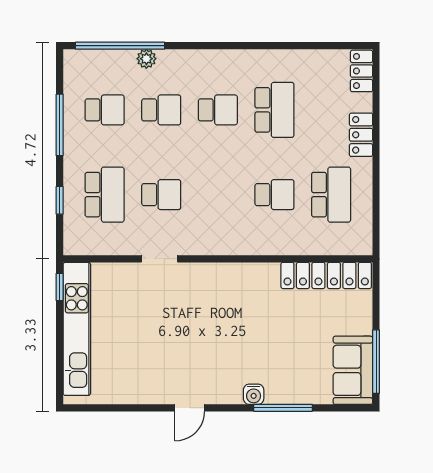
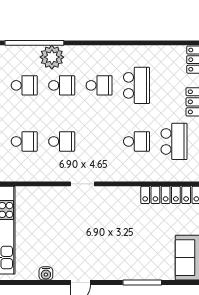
plant: (146, 59) -> (52, 57), width x1.87, depth x1.87
school desk: (105, 195) -> (24, 141), width x0.54
doorway: (159, 259) -> (82, 184), moved
water cooler: (254, 394) -> (46, 273), moved

